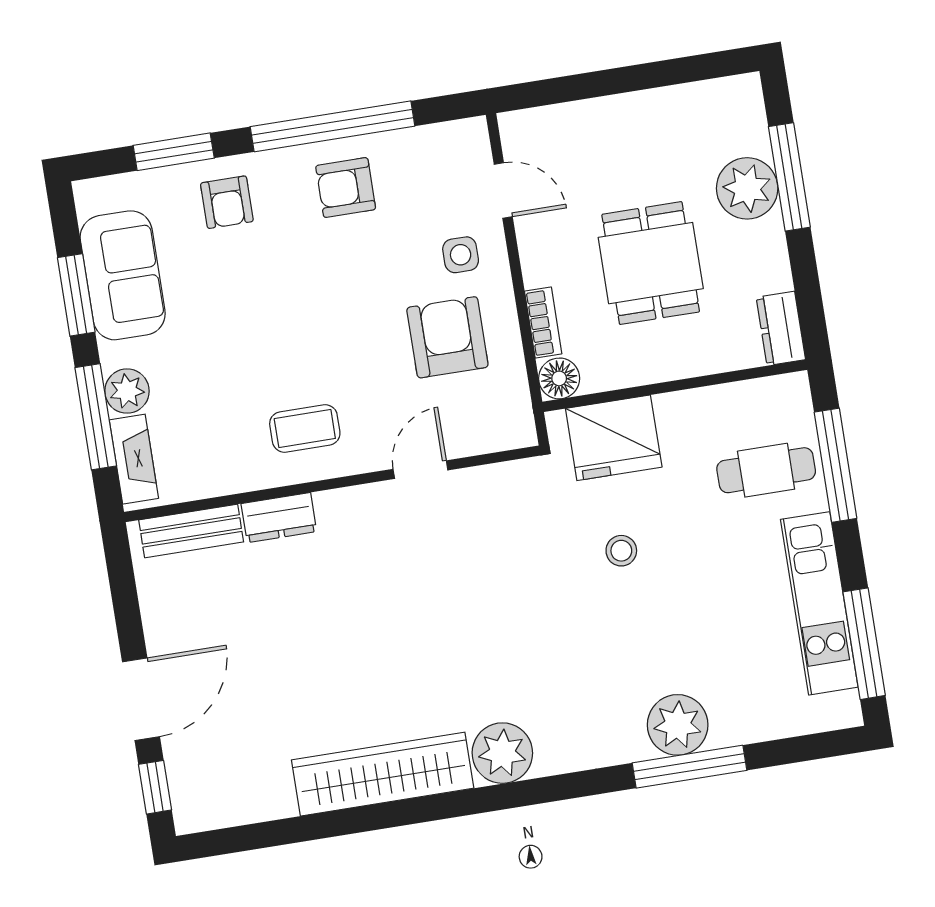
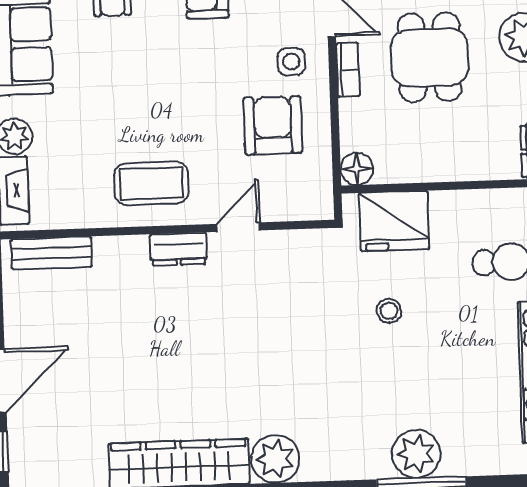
dining table: (651, 263) -> (430, 57), moved
bookcase: (543, 323) -> (348, 70), moved
coffee table: (305, 428) -> (151, 183), width x1.36, depth x1.30
dresser: (279, 518) -> (179, 249), moved

